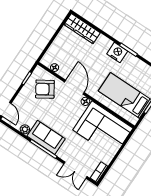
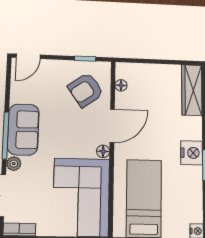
armchair: (45, 89) -> (86, 90), turned -93
plant: (25, 129) -> (14, 164), moved

